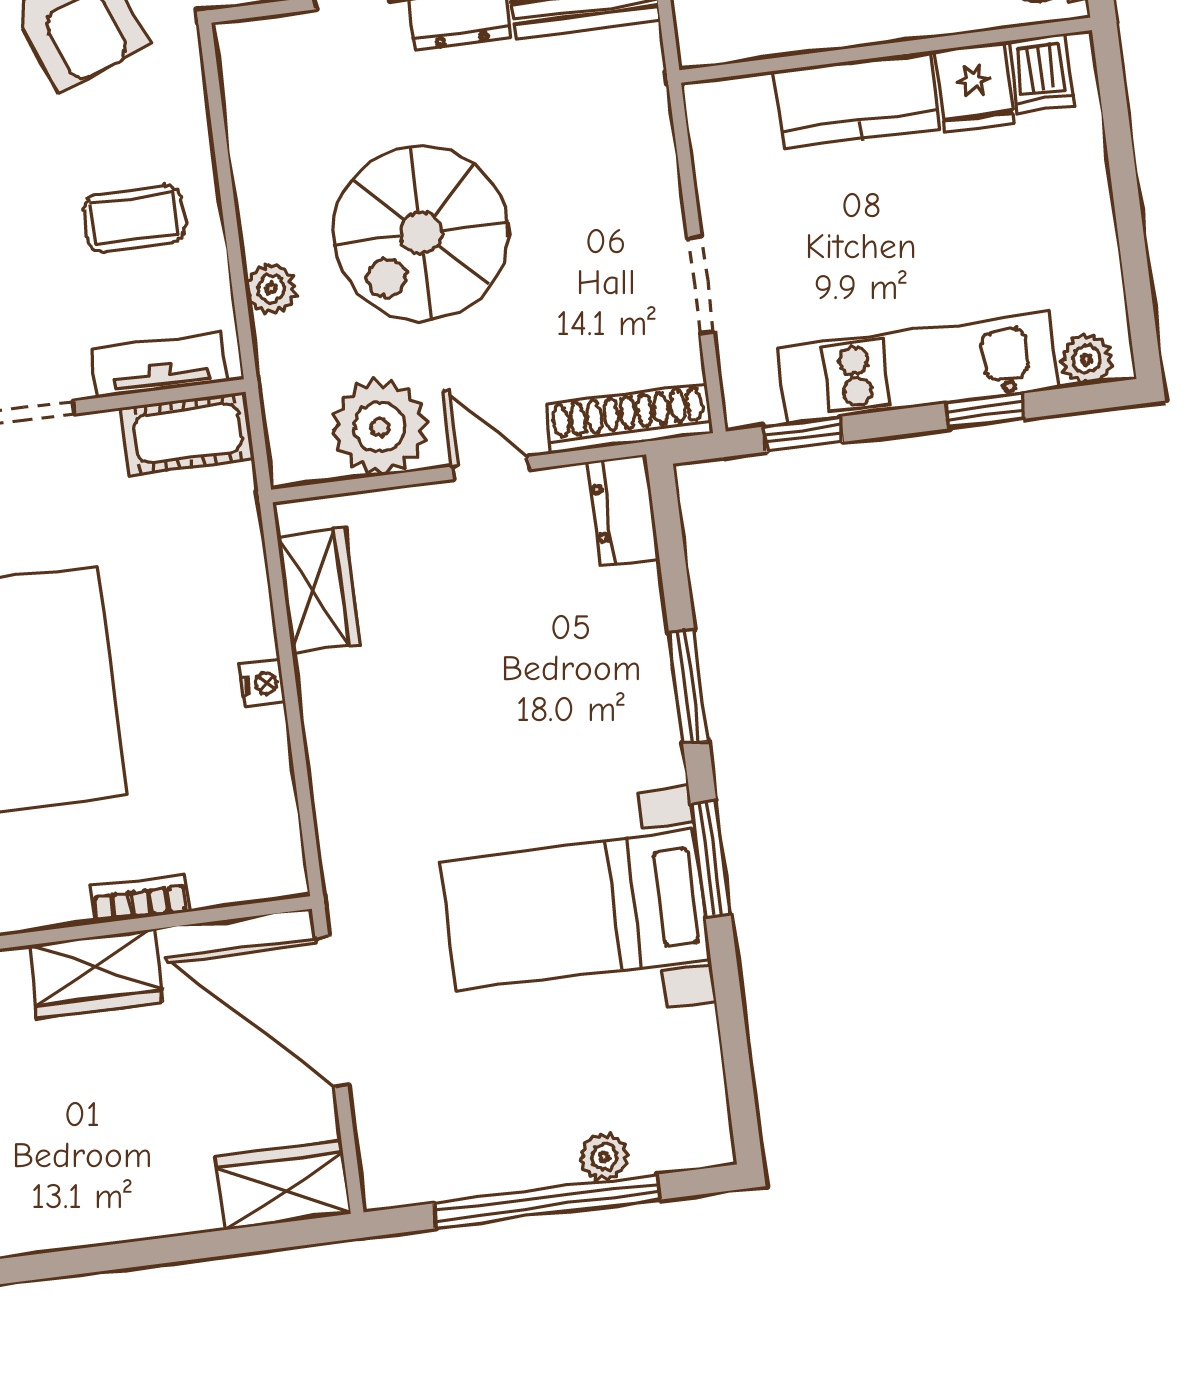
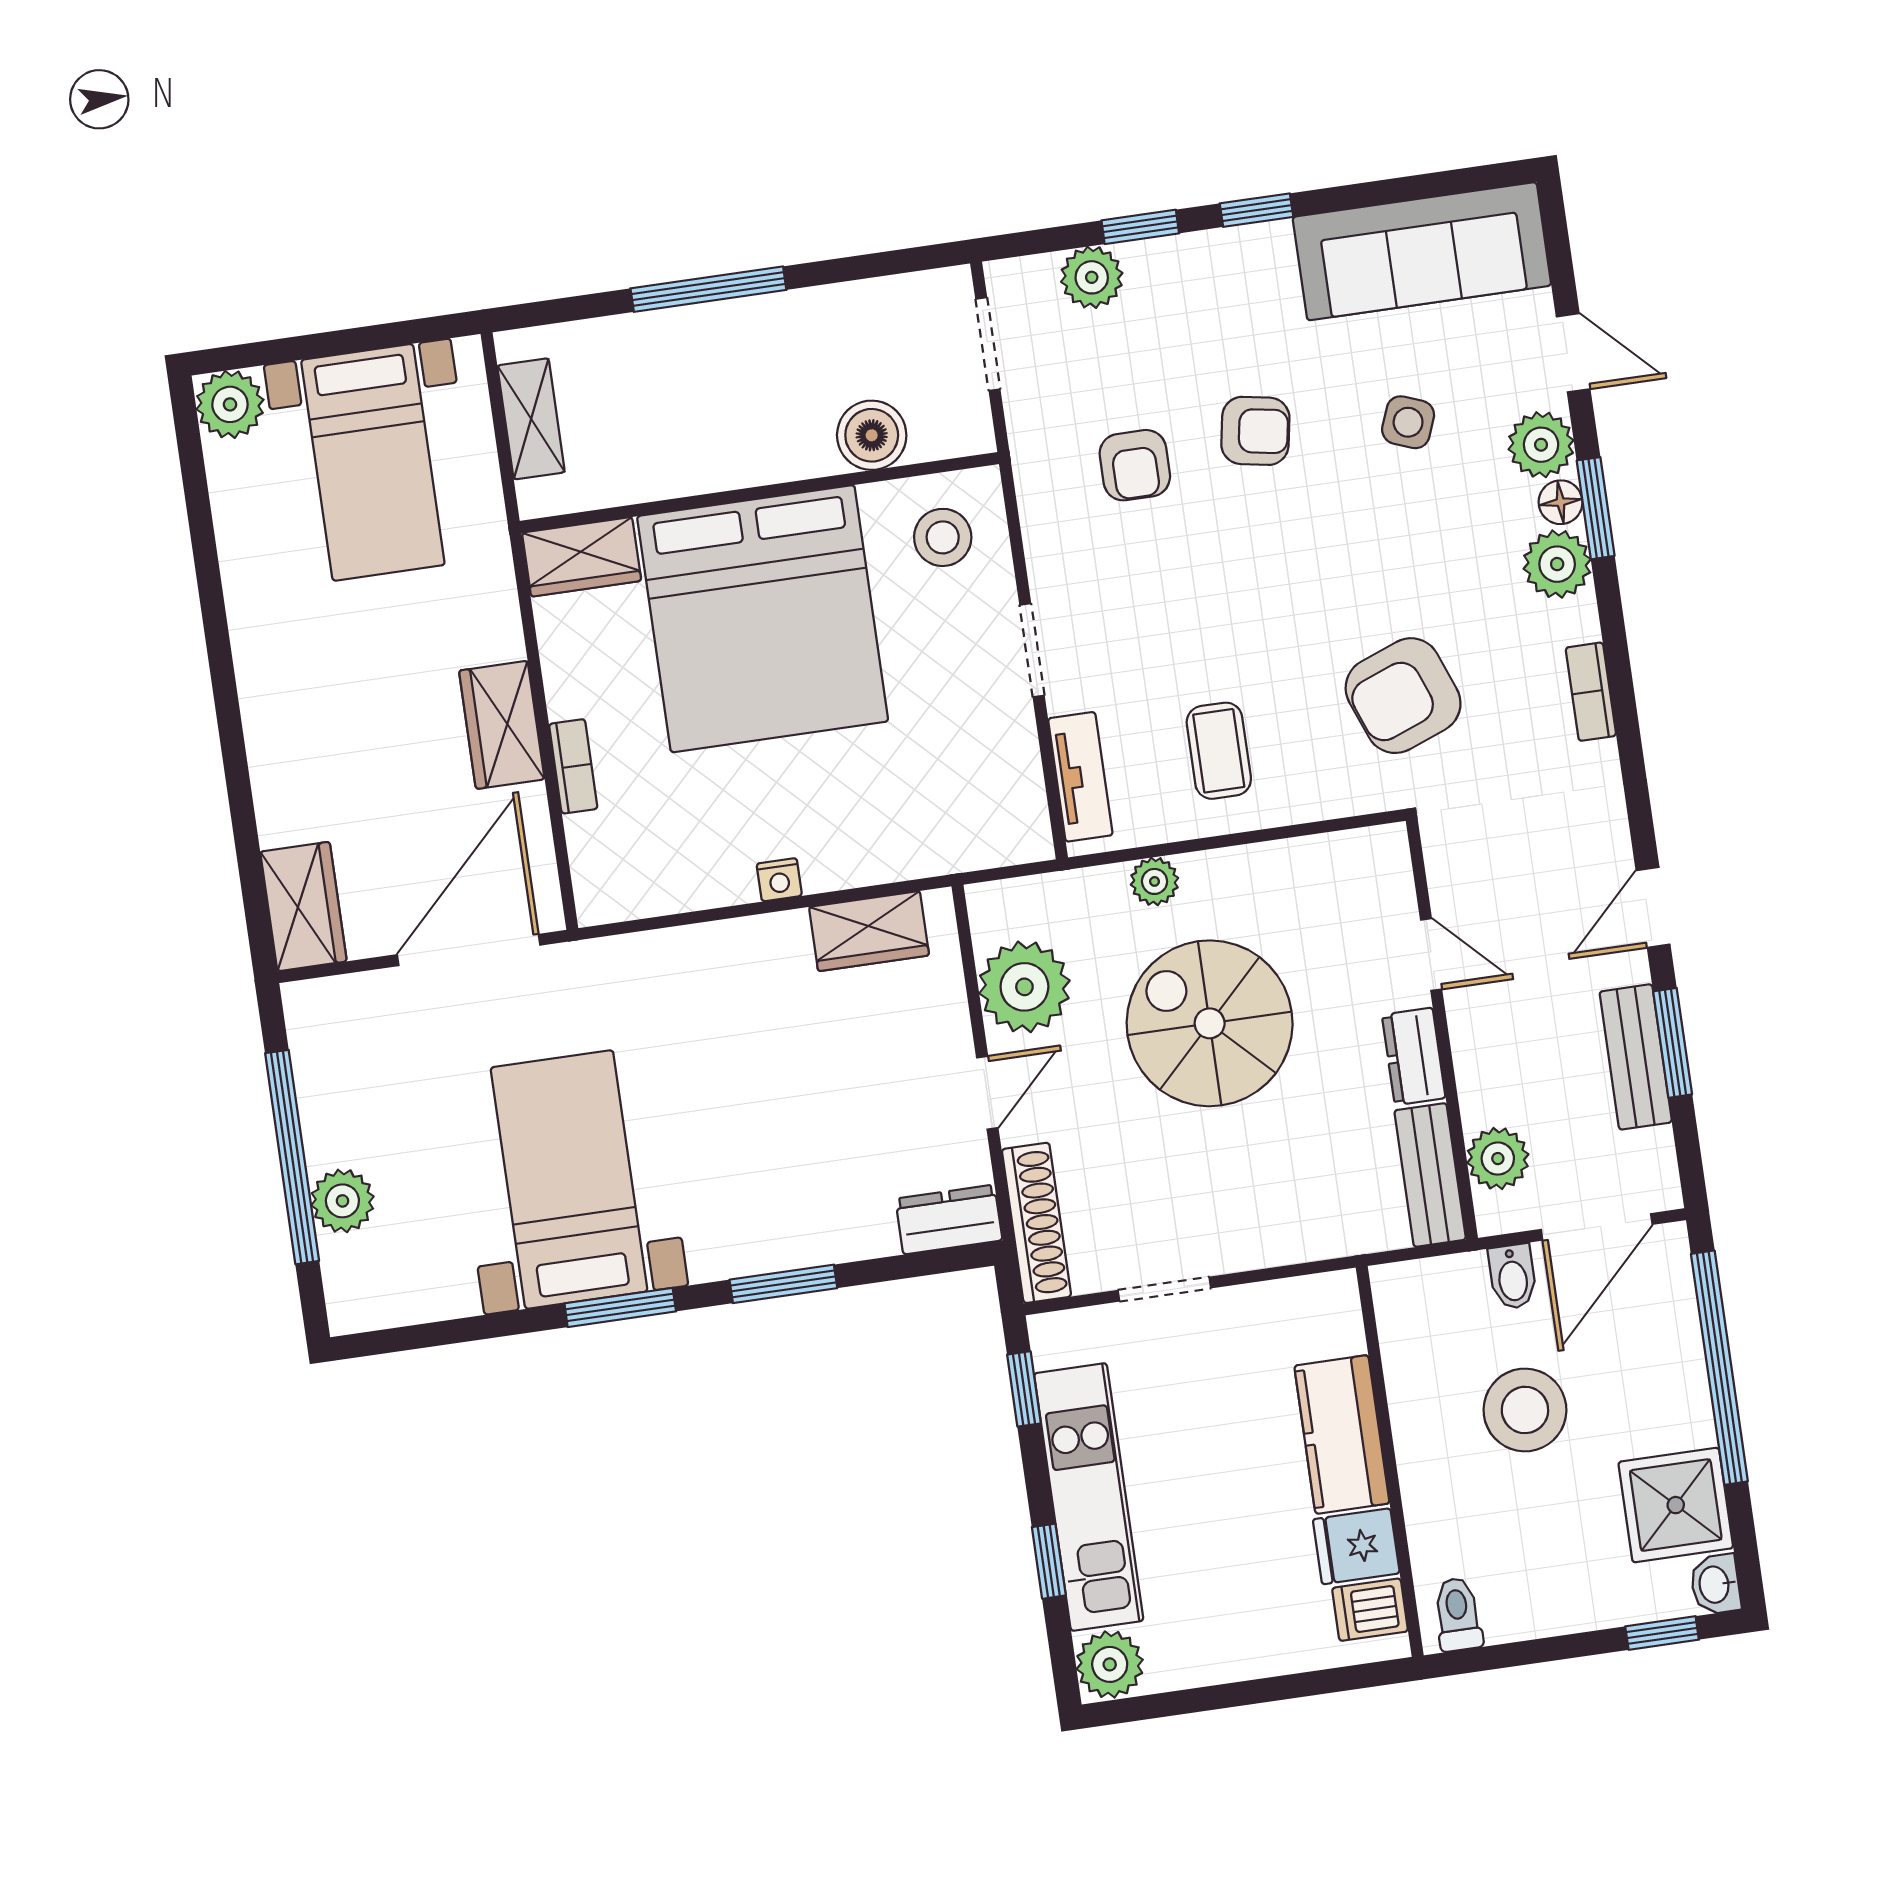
plant: (1086, 359) -> (1110, 1664), width x1.38, depth x1.38
cot: (188, 434) -> (1015, 805), removed
plant: (604, 1157) -> (342, 1201), width x1.38, depth x1.38

